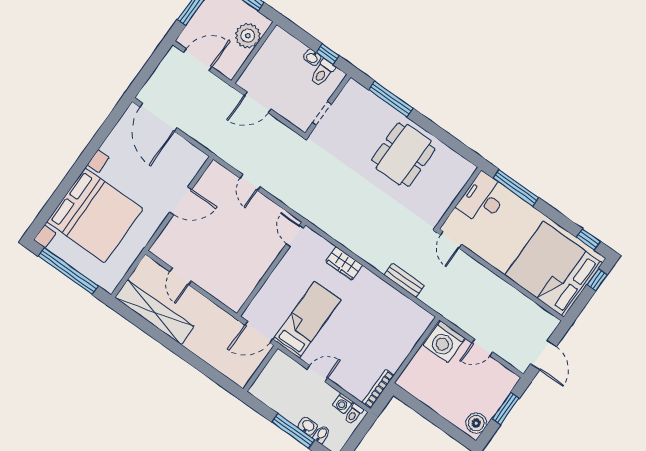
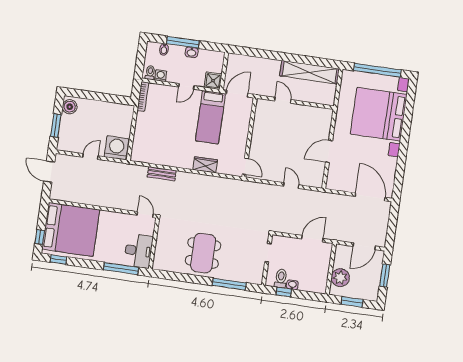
door: (180, 276) -> (283, 100), moved
shower: (280, 364) -> (213, 81), added
washbasin: (308, 426) -> (192, 52), moved

